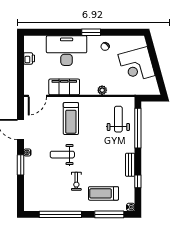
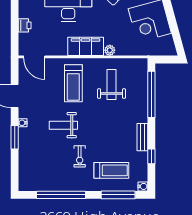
printer: (29, 58) -> (25, 25), moved
filing cabinet: (64, 87) -> (86, 46), moved
door: (37, 96) -> (34, 57), hinge flipped
weight bench: (118, 119) -> (112, 84), moved
treadmill: (104, 193) -> (111, 170), turned 180

